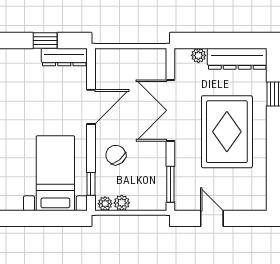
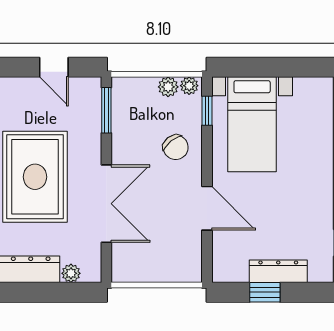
dresser: (64, 57) -> (278, 271), moved
door: (91, 107) -> (207, 208), swing flipped

